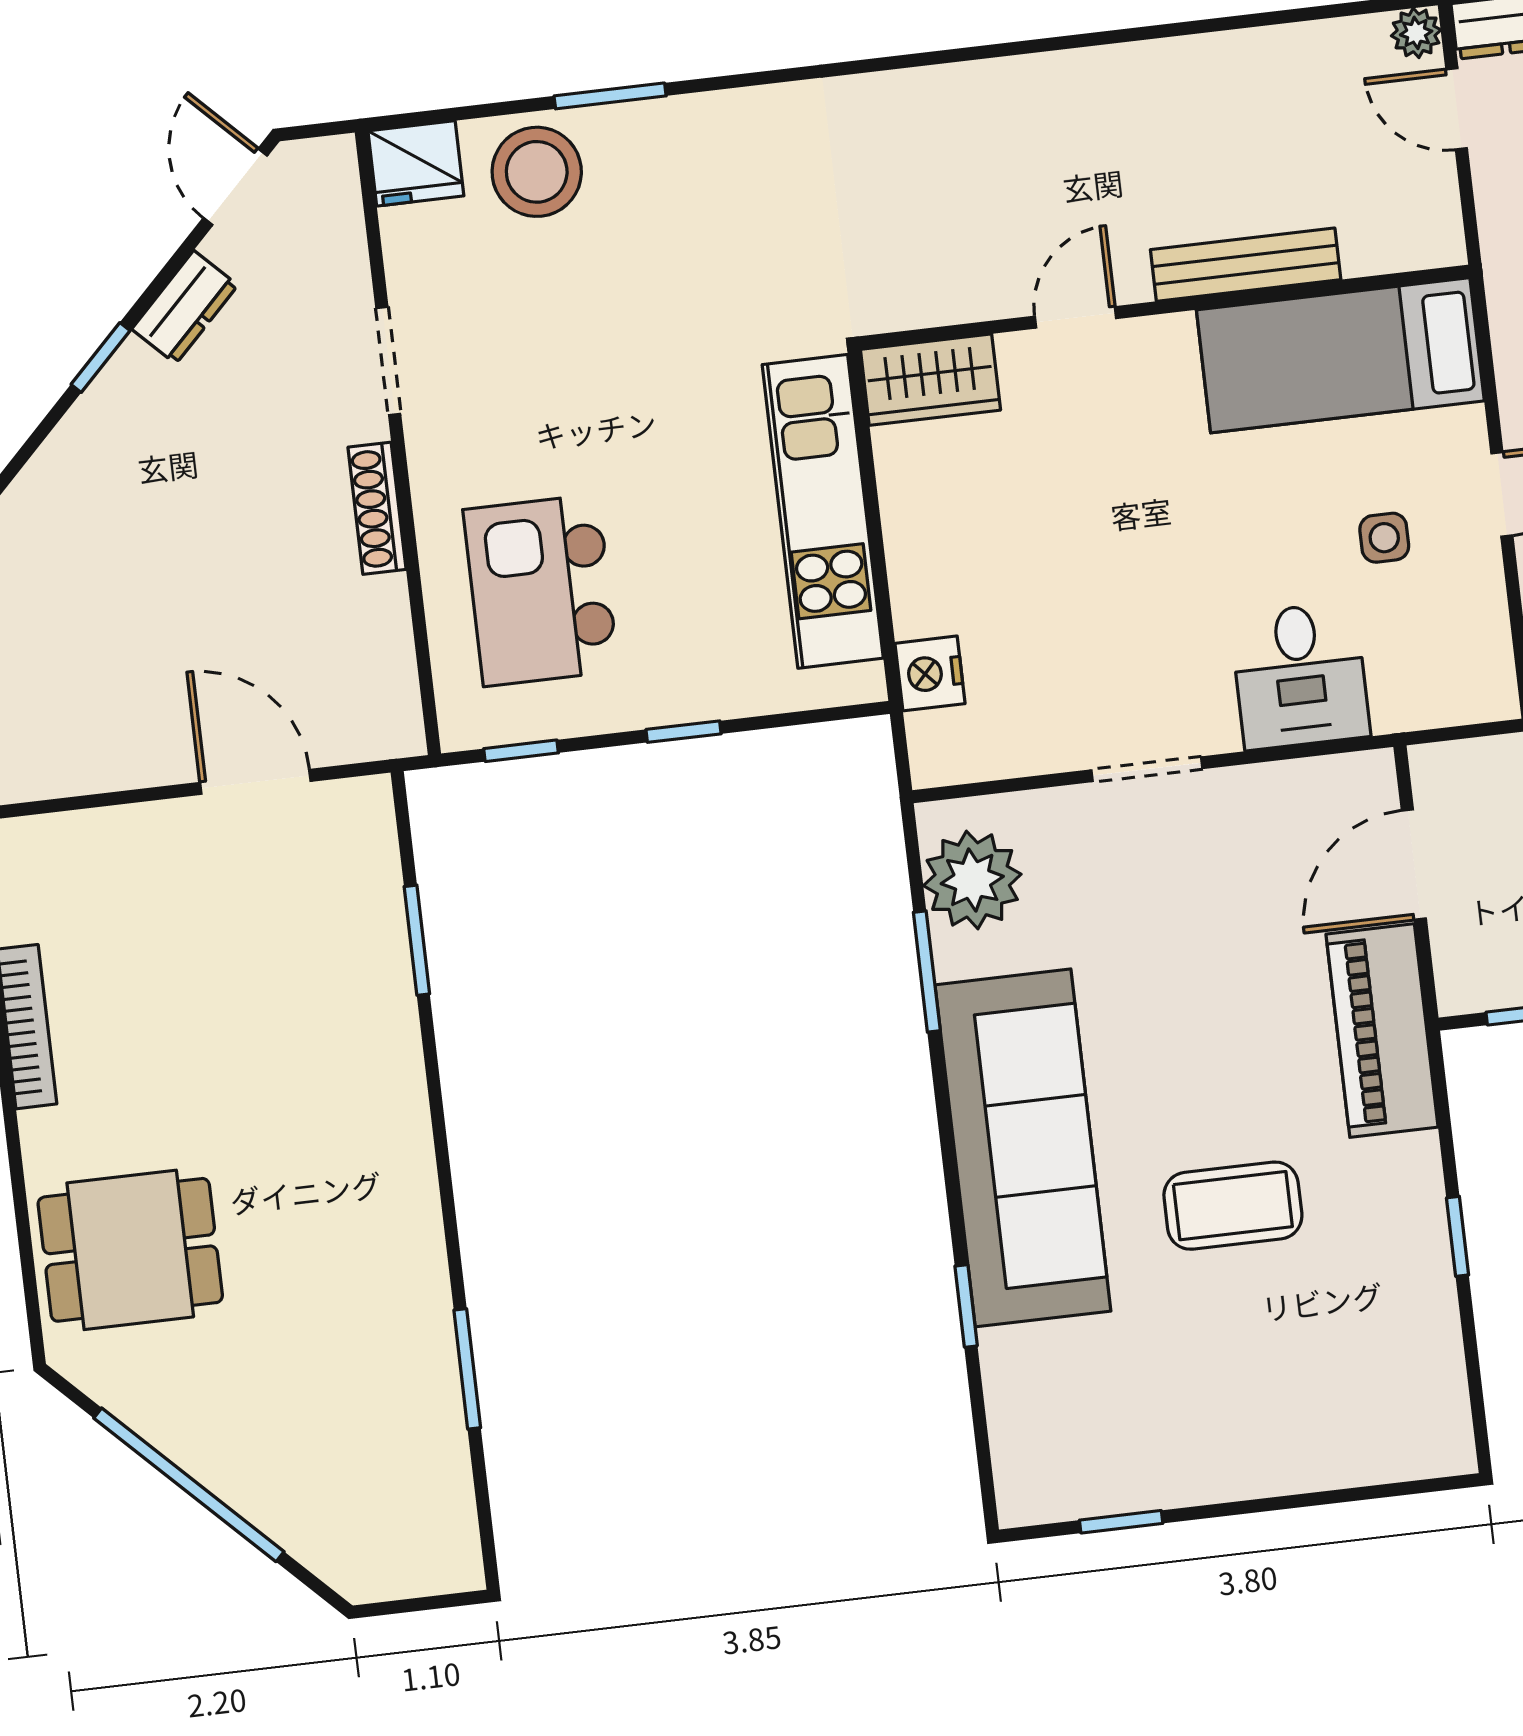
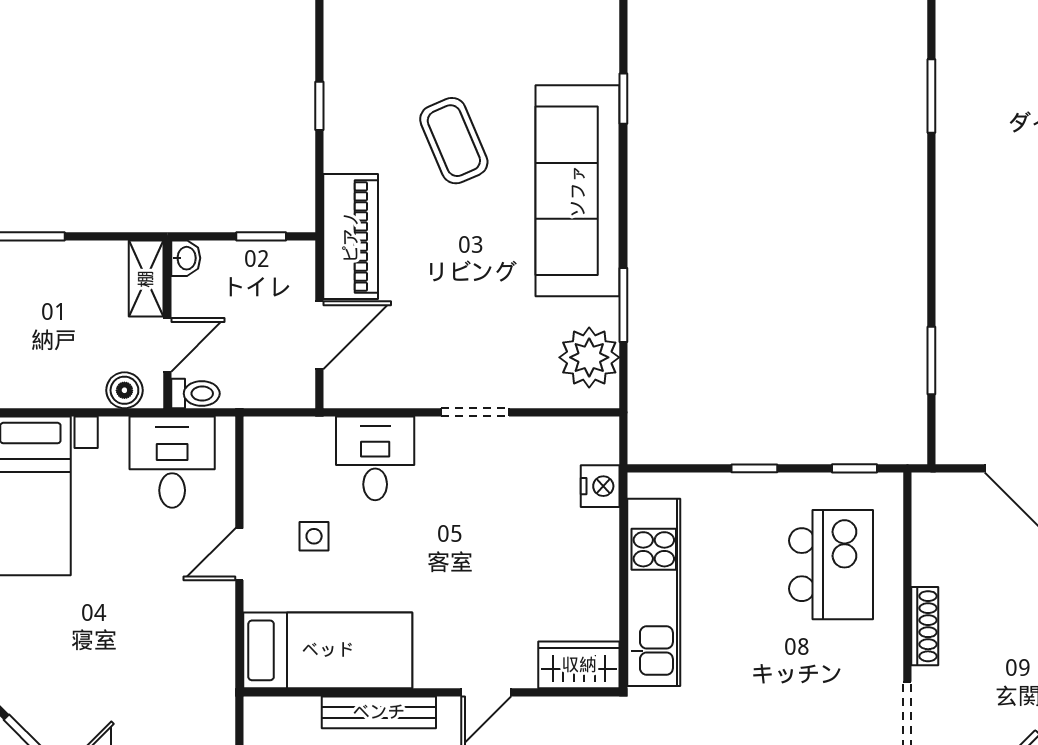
coffee table: (1233, 1206) -> (454, 141), turned 67

